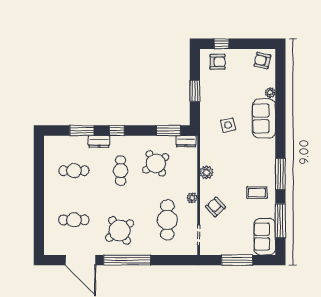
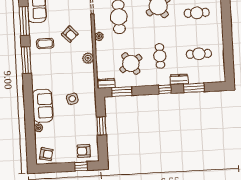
armchair: (216, 207) -> (70, 34), moved

